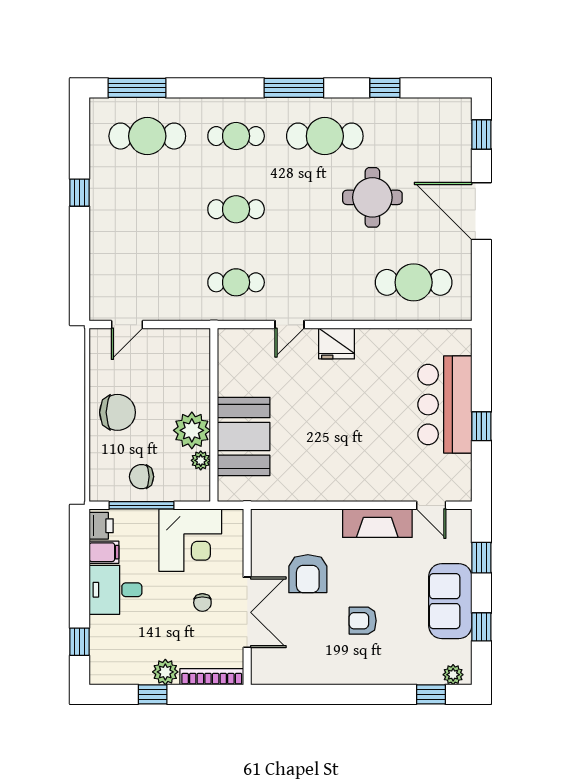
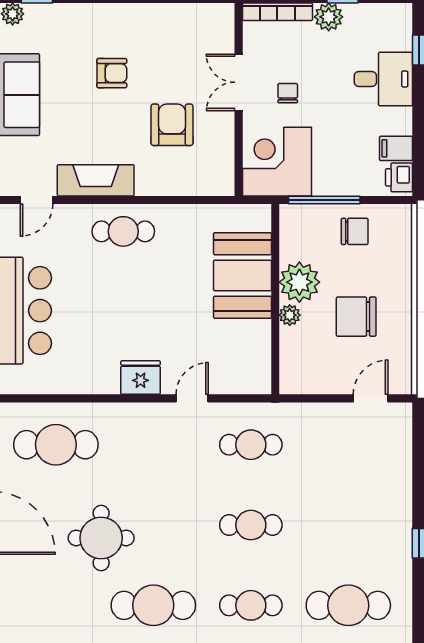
chair: (118, 412) -> (356, 317), moved
plant: (201, 460) -> (290, 315), moved
cafe table: (352, 477) -> (123, 231), added
window: (141, 505) -> (324, 200), moved
door: (431, 505) -> (37, 200), swing flipped
corner desk: (190, 540) -> (277, 162), moved
desk: (115, 590) -> (383, 79), moved
double door: (247, 612) -> (239, 82), width x0.73

